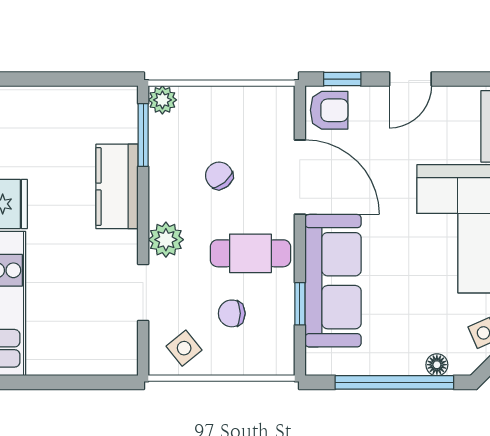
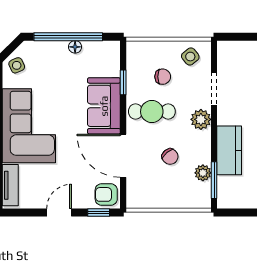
plant: (162, 100) -> (203, 173), moved
sofa: (333, 281) -> (104, 106), width x0.73
floor lamp: (437, 365) -> (75, 47), moved

